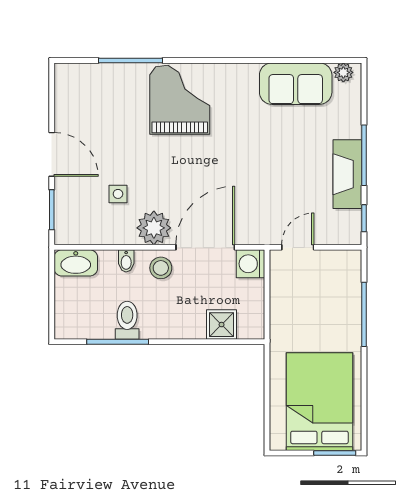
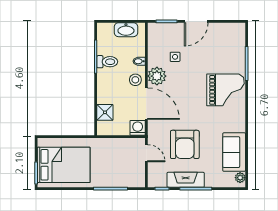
armchair: (281, 176) -> (185, 144), added
washbasin: (76, 263) -> (126, 30), moved, turned -90

